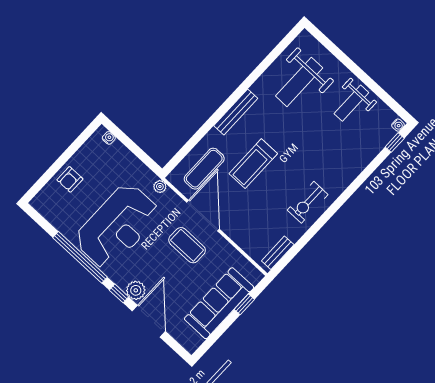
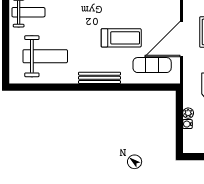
water cooler: (109, 138) -> (187, 124), moved
plant: (160, 187) -> (188, 113), moved

